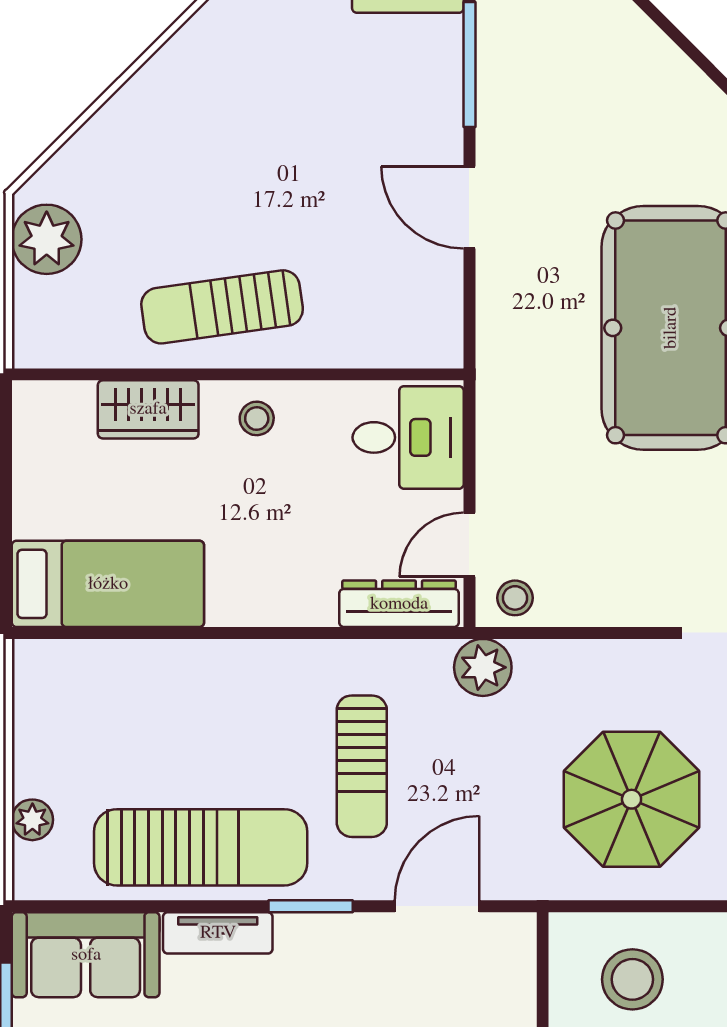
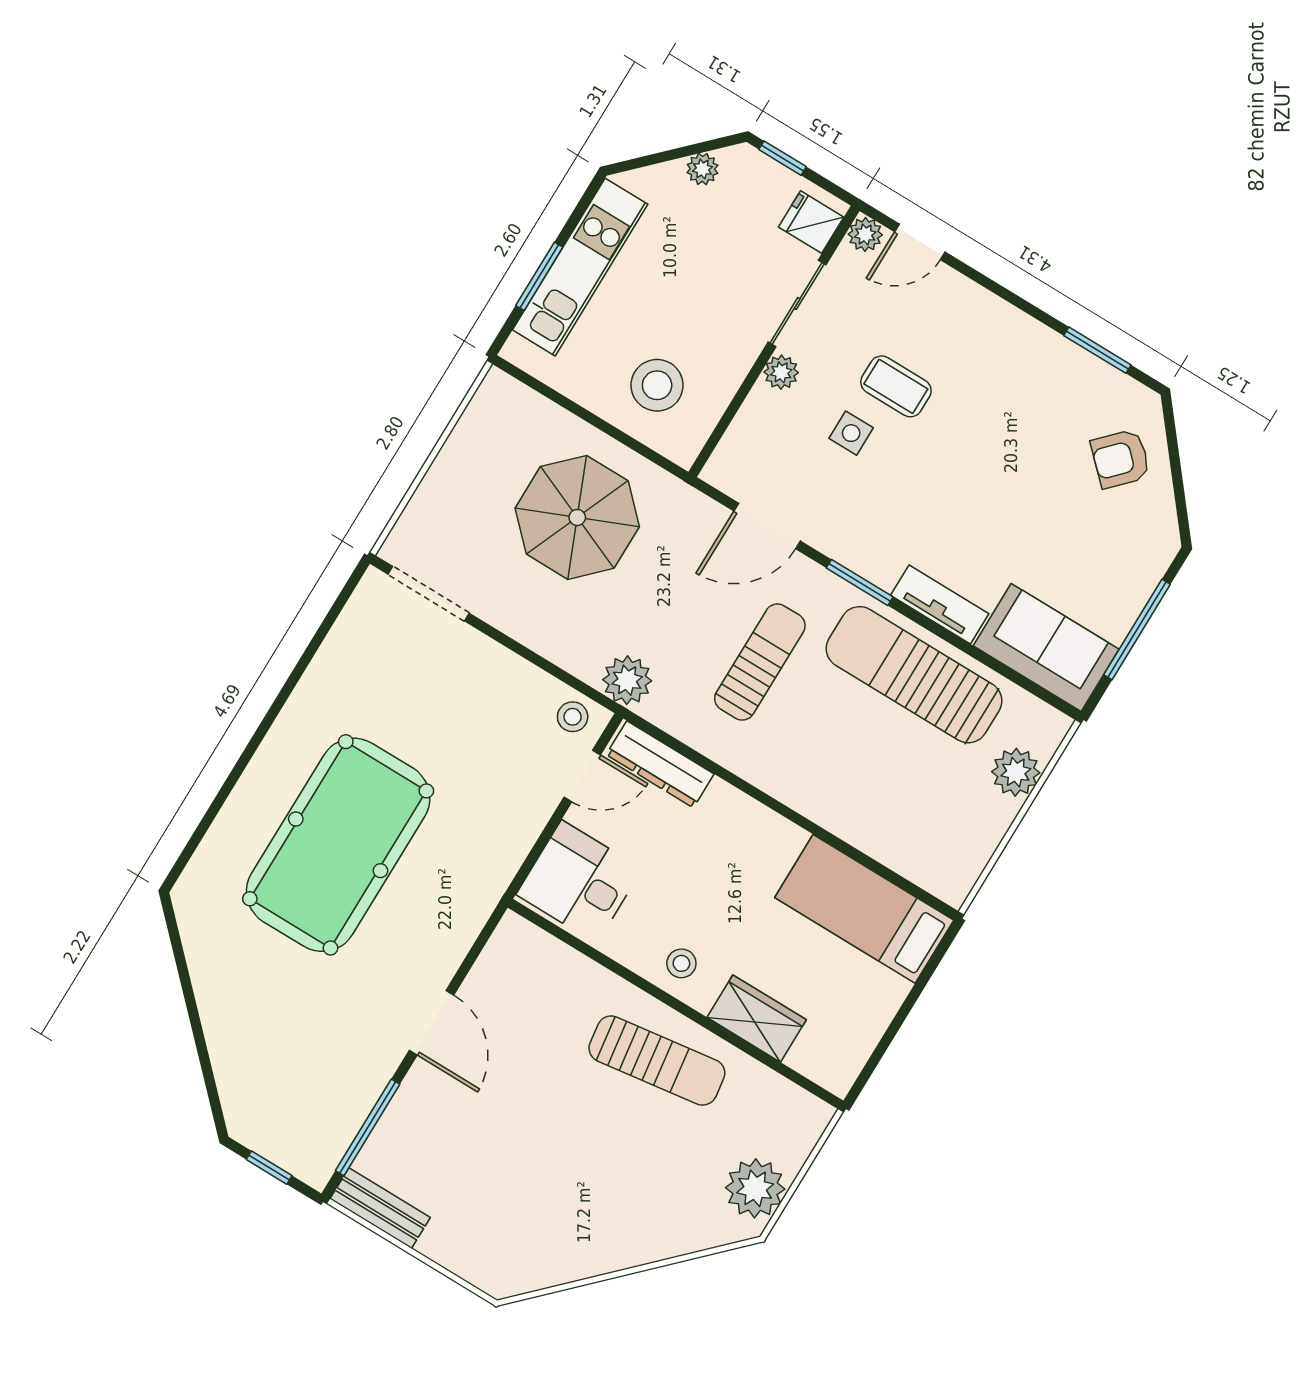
plant: (32, 820) -> (1016, 772), width x1.38, depth x1.38

